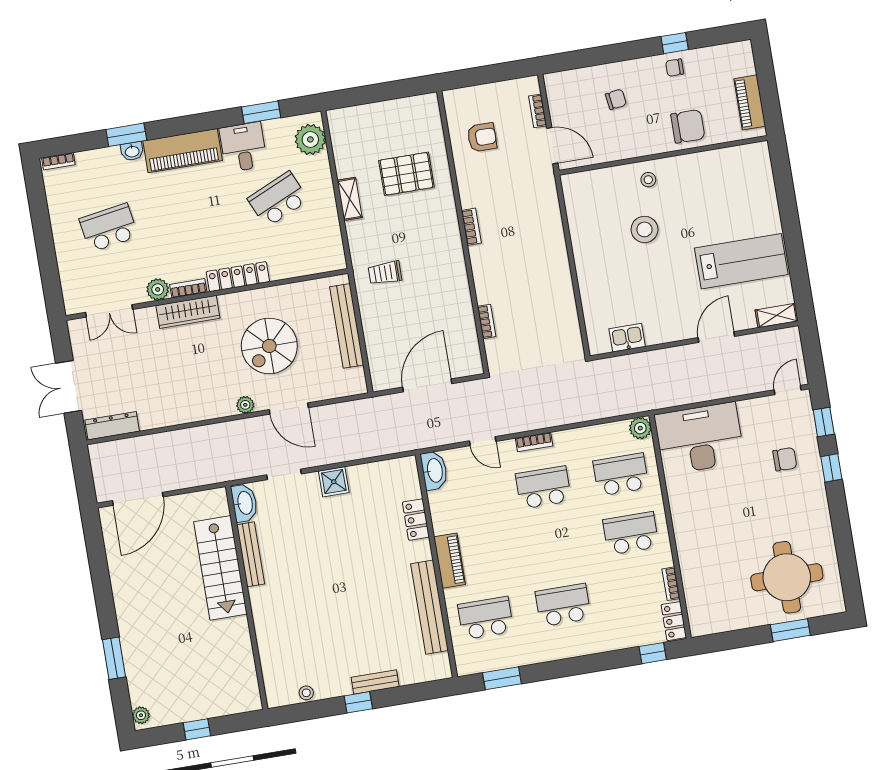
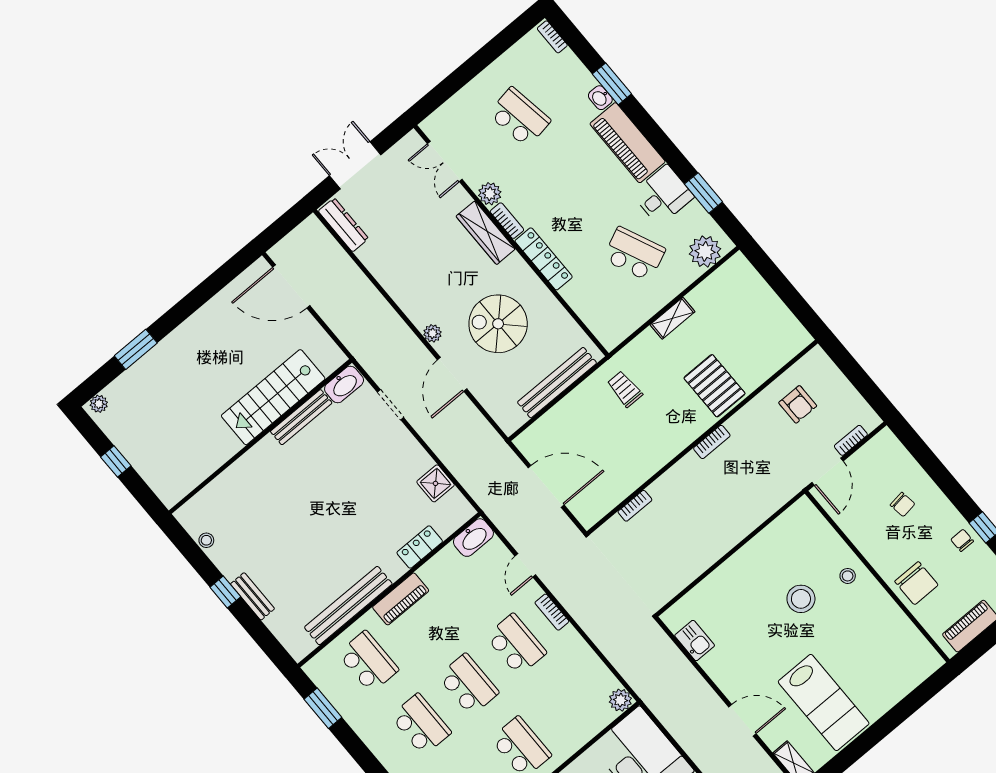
pallet: (406, 174) -> (715, 386), moved
school desk: (621, 474) -> (468, 684), moved
shower: (334, 482) -> (436, 483), moved

